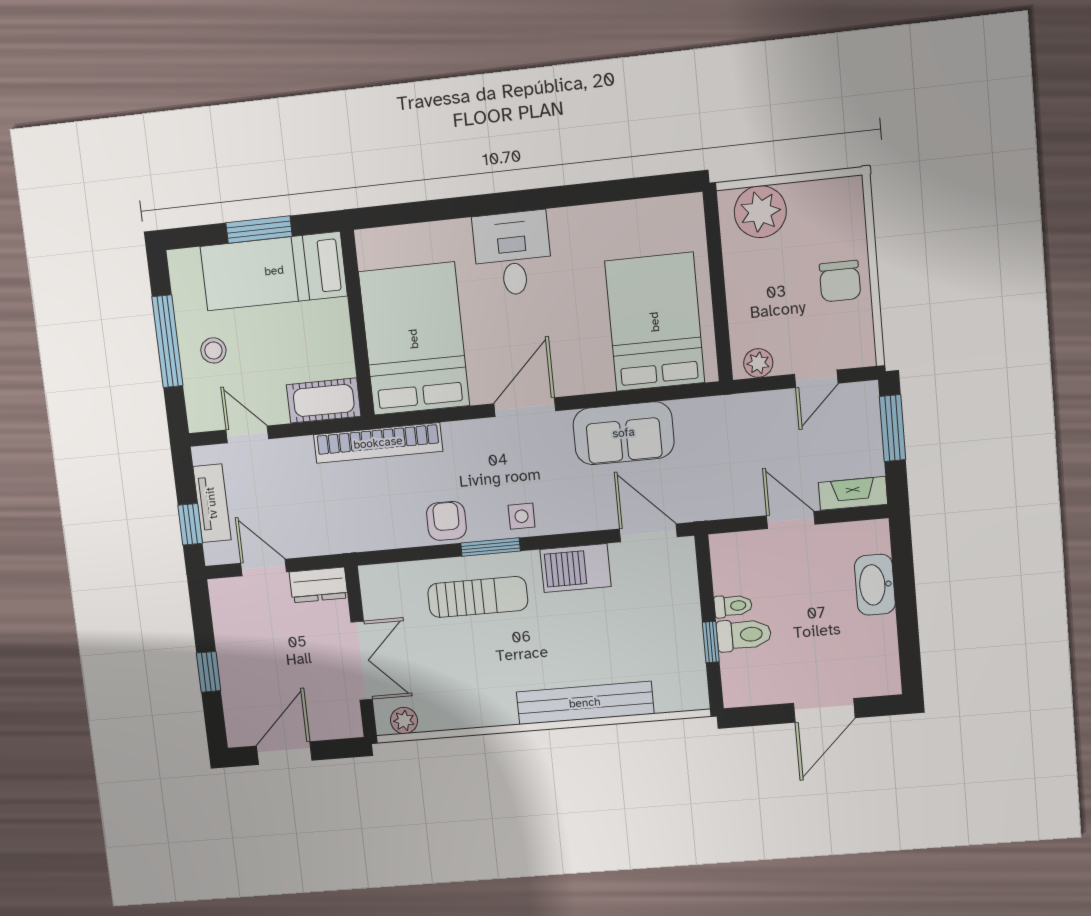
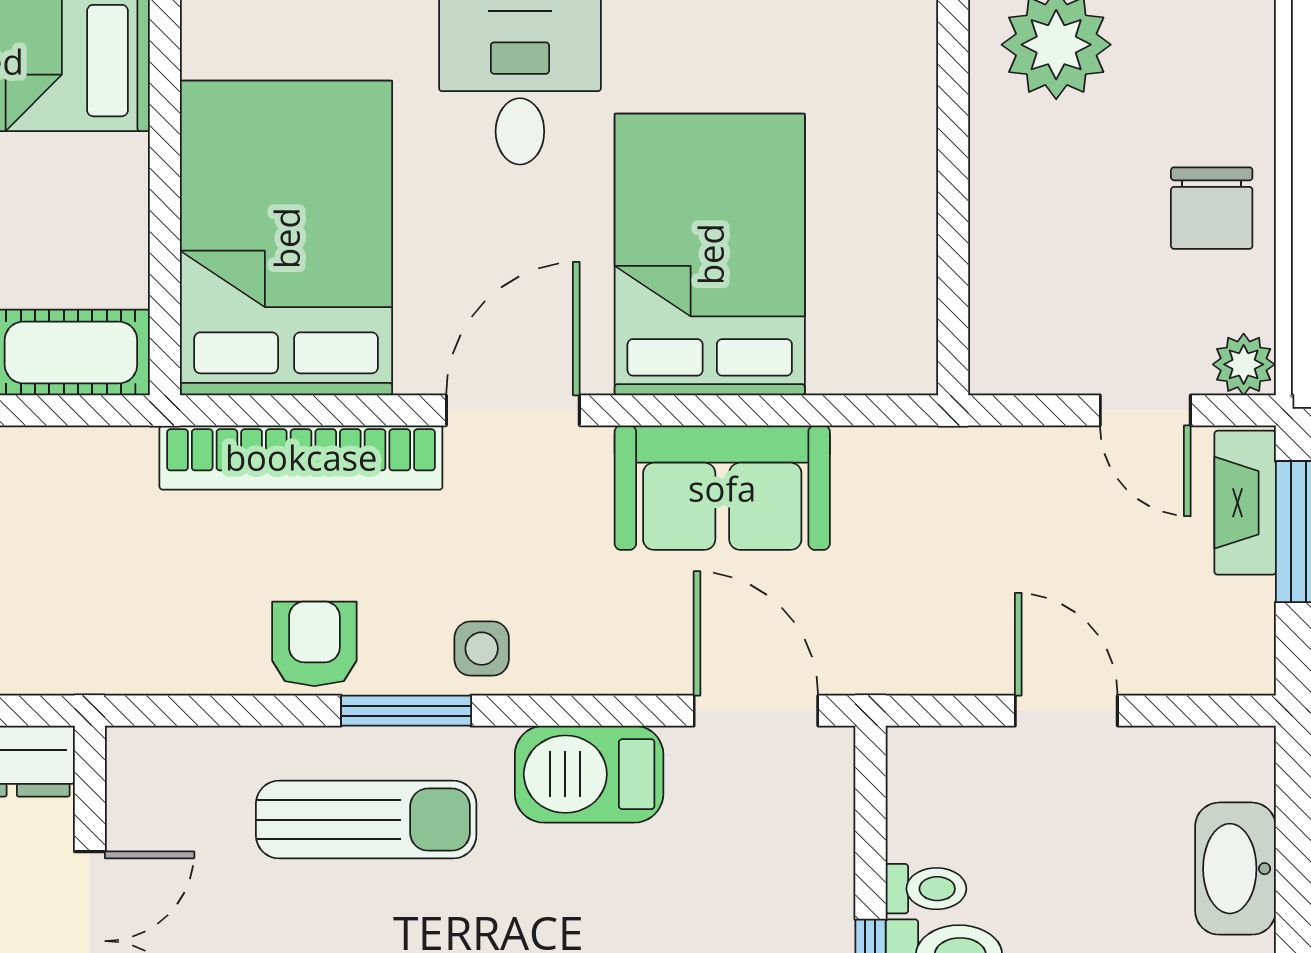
bed: (655, 322) -> (710, 254), moved
plant: (758, 363) -> (1244, 364), moved
door: (816, 379) -> (1145, 410), hinge flipped
bookcase: (378, 443) -> (301, 457), moved
fireplace: (853, 493) -> (1245, 503), moved, turned -90

